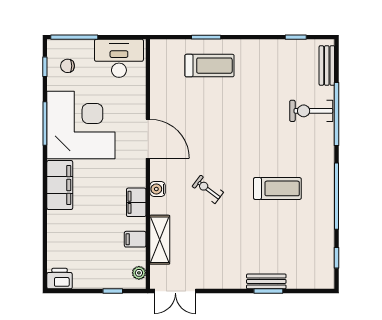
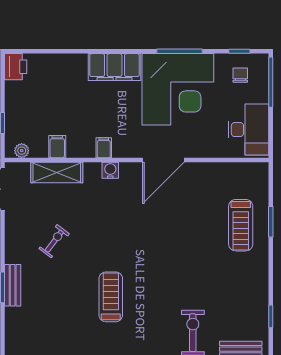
treadmill: (277, 188) -> (111, 297), turned 180
exercise bike: (208, 189) -> (54, 241), moved
filing cabinet: (136, 202) -> (104, 148), width x0.50

